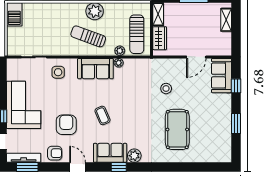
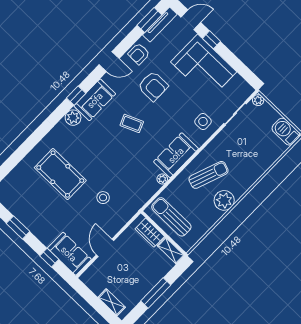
plant: (120, 51) -> (258, 100), moved

